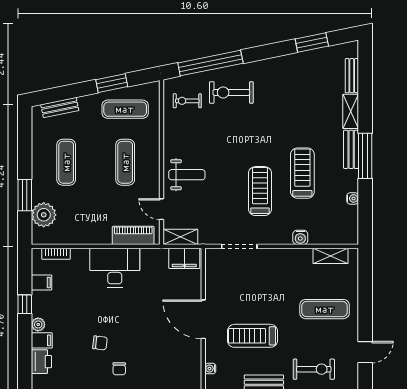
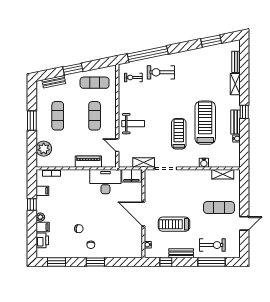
window: (112, 83) -> (73, 69), moved
bench: (351, 149) -> (236, 122), moved
window: (365, 156) -> (244, 112), width x0.46
treadmill: (302, 173) -> (205, 123), width x1.37, depth x1.38
window: (25, 195) -> (32, 121), moved
piano: (133, 235) -> (88, 162), moved
shelving: (180, 237) -> (144, 162), moved
desk: (115, 268) -> (105, 182), moved
door: (365, 352) -> (244, 223), moved

